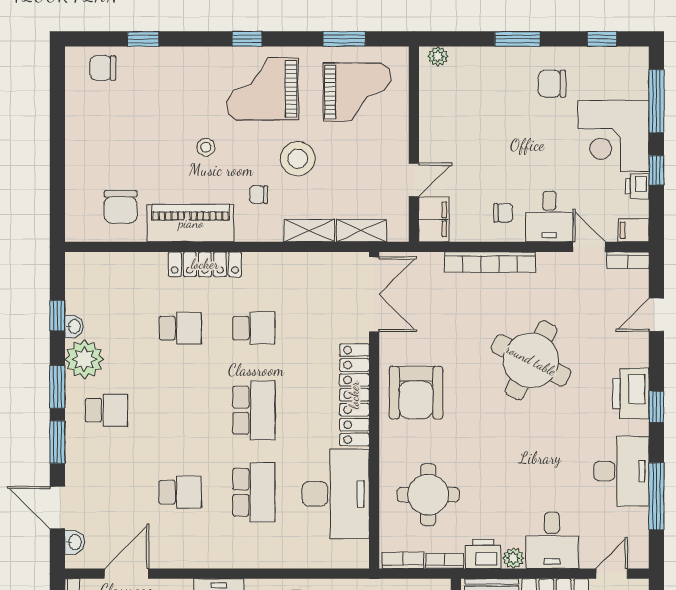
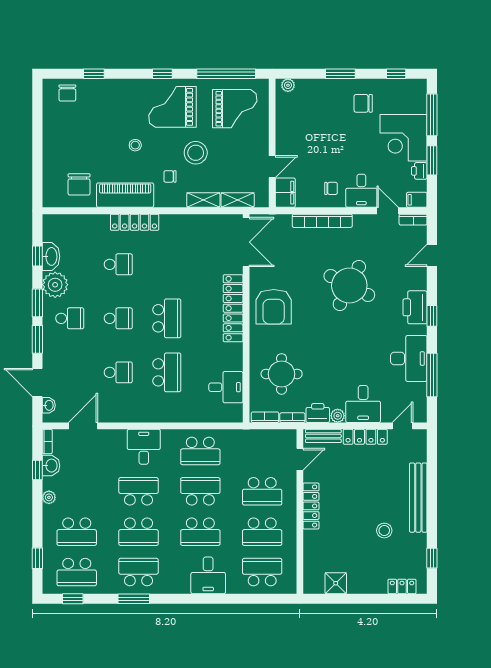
window: (344, 39) -> (226, 74), width x2.11
chair: (103, 68) -> (67, 93), turned -90
window: (656, 170) -> (432, 160), width x1.50
washbasin: (74, 326) -> (51, 256), width x1.91, depth x1.45
school desk: (254, 328) -> (118, 318), moved
desk: (336, 494) -> (226, 387), width x0.53, depth x0.77

